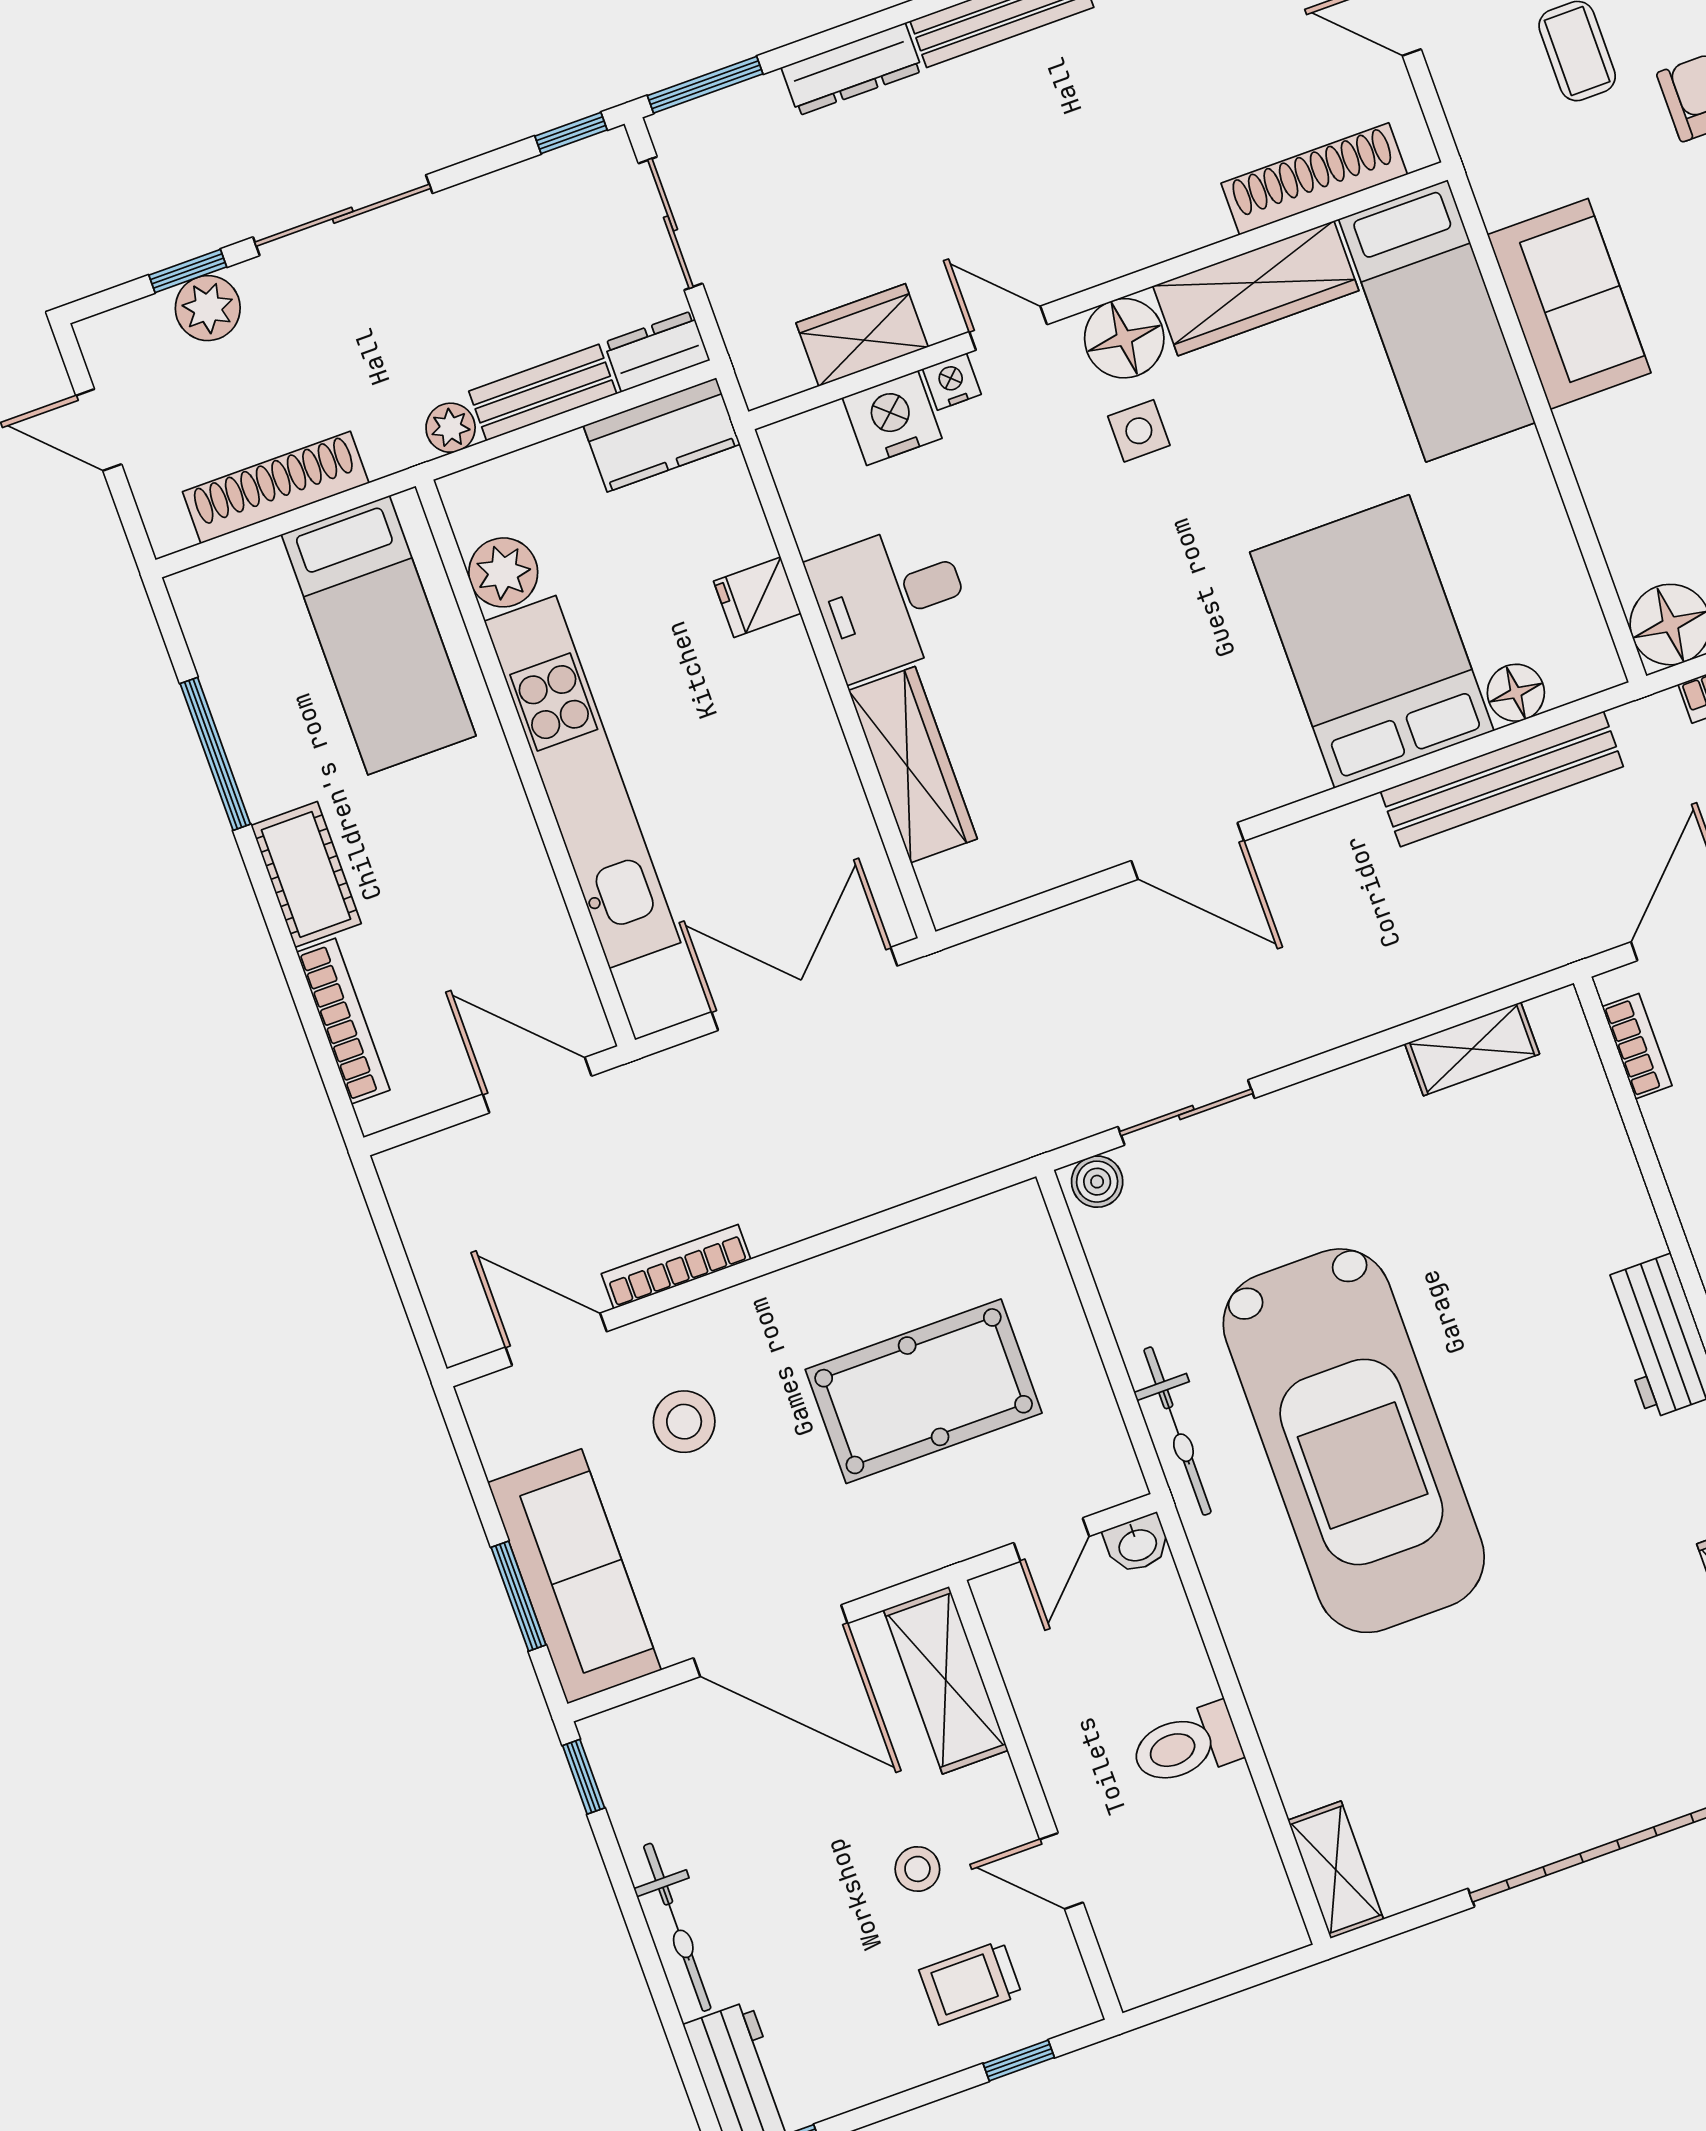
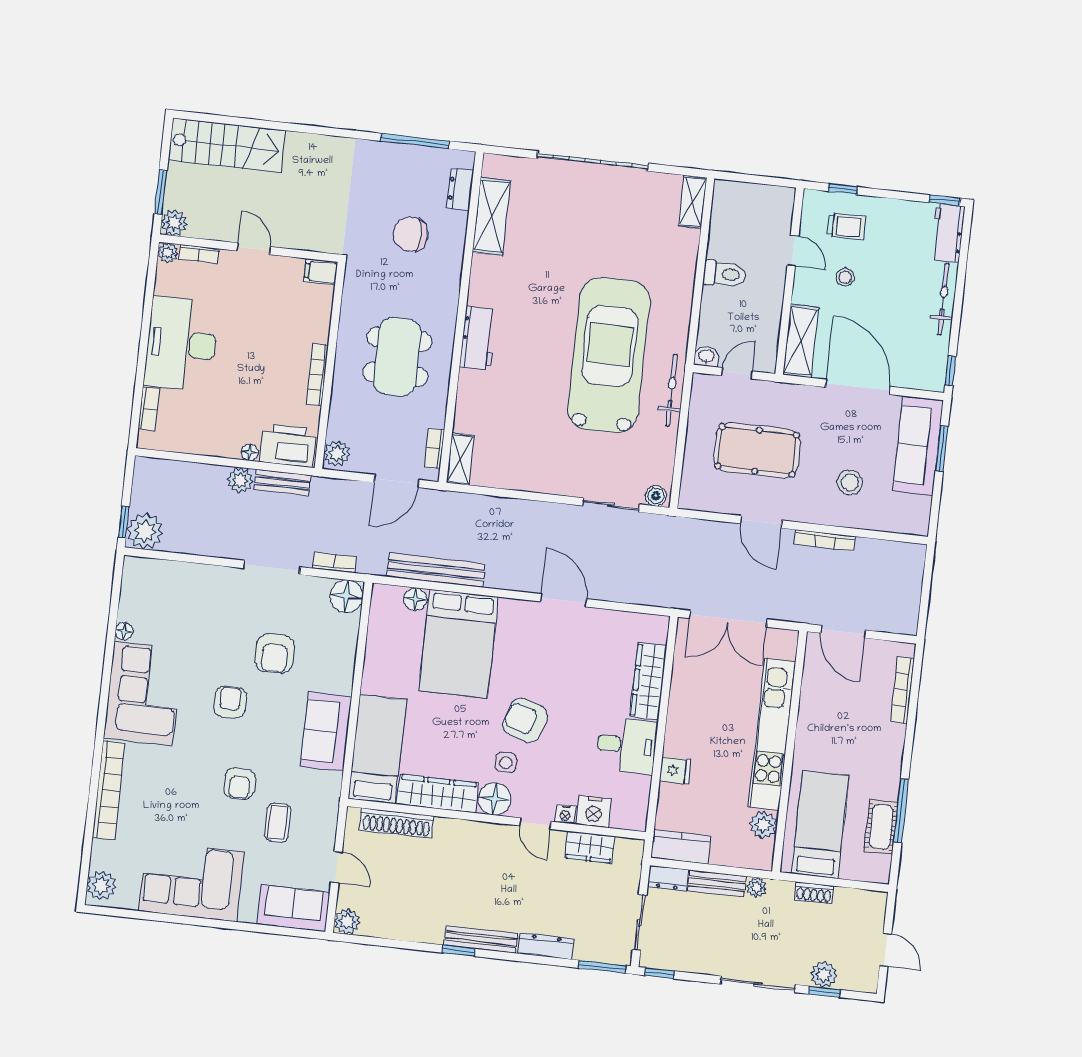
shoe rack: (276, 487) -> (814, 893), width x0.51, depth x0.81
armchair: (1142, 545) -> (525, 720), added
cot: (306, 874) -> (881, 827), moved
shelving: (1472, 1049) -> (460, 459), moved, turned 90
door: (556, 1339) -> (761, 522), moved

